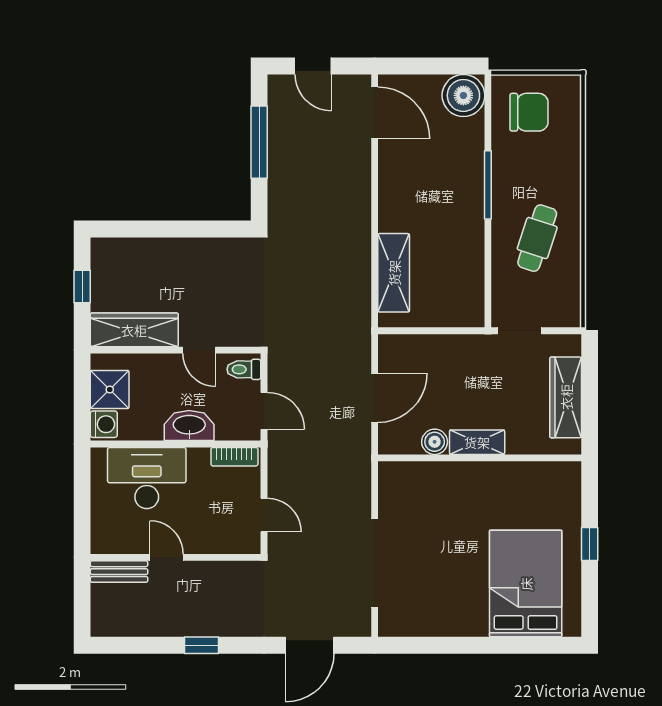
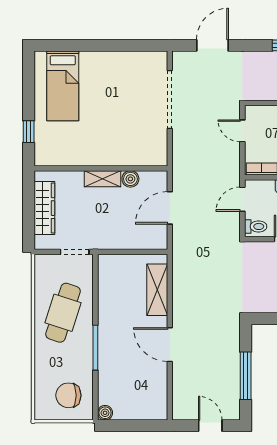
boiler: (463, 95) -> (105, 413), width x0.54, depth x0.54
door: (375, 113) -> (170, 345), moved
cafe table: (537, 238) -> (63, 313), width x1.37, depth x1.35
door: (264, 411) -> (242, 199), hinge flipped
window: (590, 544) -> (29, 132), moved
bed: (526, 584) -> (63, 86), width x0.67

